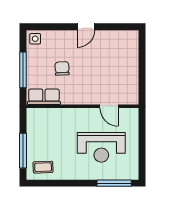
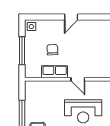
row of seats: (44, 97) -> (55, 72), moved
door: (109, 106) -> (78, 79), moved

